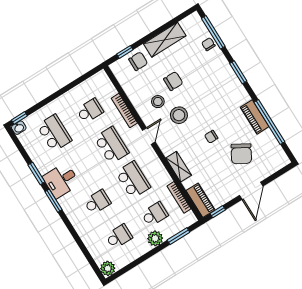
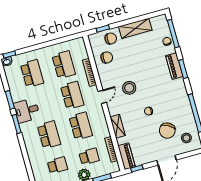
chair: (173, 81) -> (107, 57), moved
stool: (158, 102) -> (186, 138), moved
school desk: (90, 111) -> (64, 65), width x1.85
piano: (255, 117) -> (174, 66), moved
school desk: (97, 202) -> (49, 135), width x1.85

